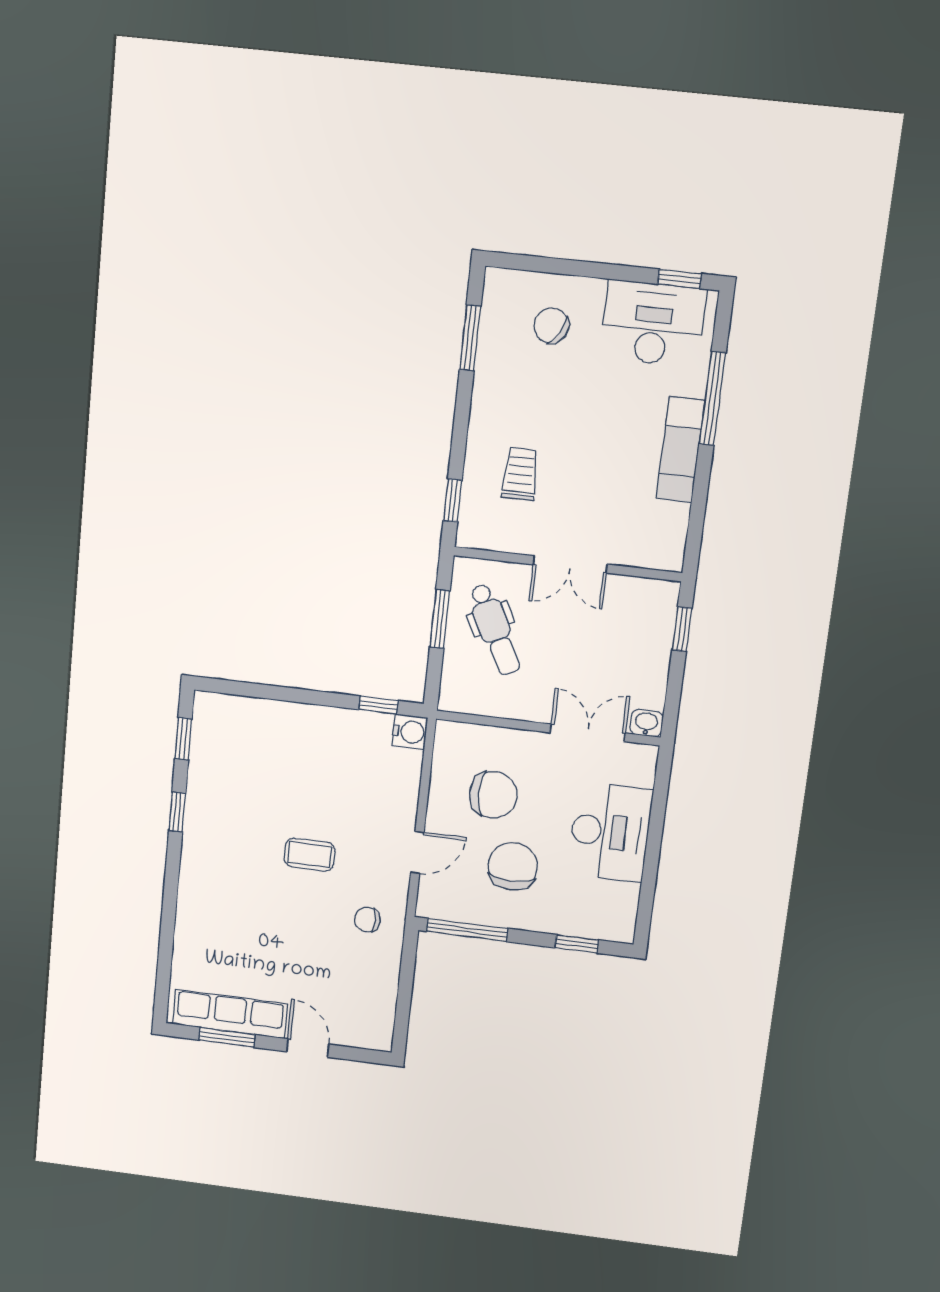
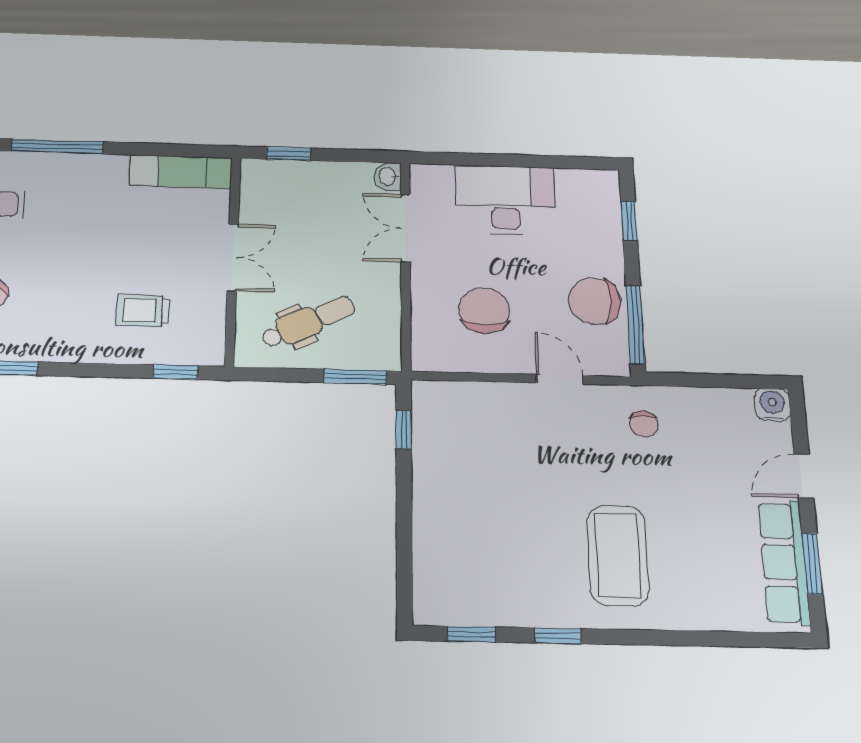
exam couch: (680, 450) -> (181, 172), moved
window: (440, 619) -> (355, 377), moved
water cooler: (410, 732) -> (772, 405), moved
coffee table: (310, 855) -> (618, 555), moved, width x1.86, depth x1.72
chair: (513, 866) -> (594, 301), moved

